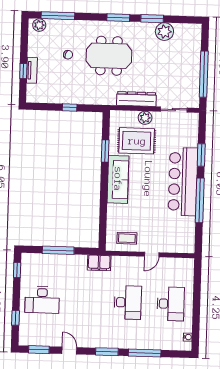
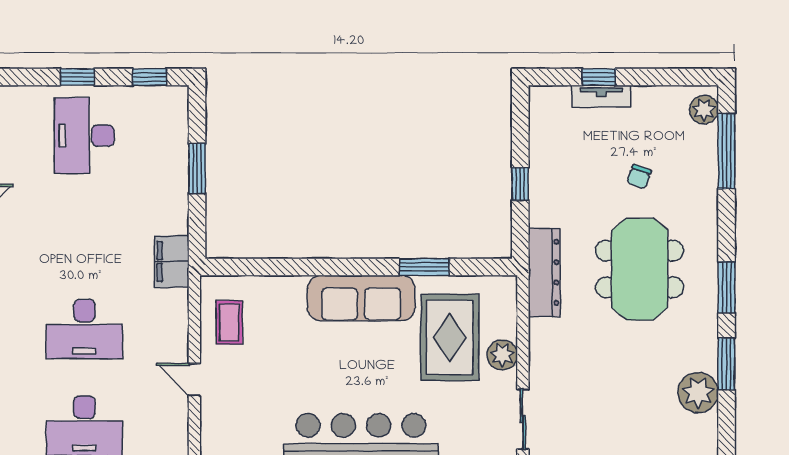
dresser: (136, 99) -> (544, 272), moved
window: (58, 250) -> (197, 168), width x0.69
window: (16, 318) -> (77, 77), moved

